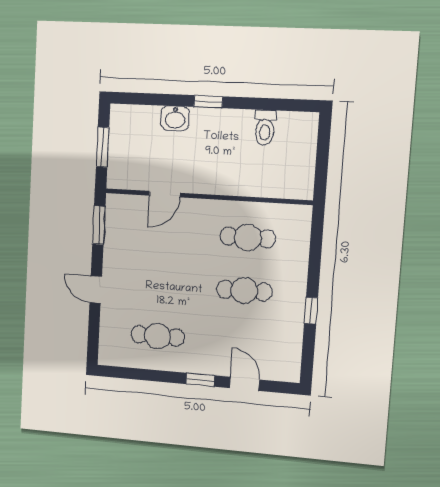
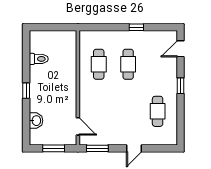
washbasin: (175, 118) -> (36, 121), moved
door: (165, 194) -> (78, 126), moved
door: (245, 384) -> (180, 49), moved

